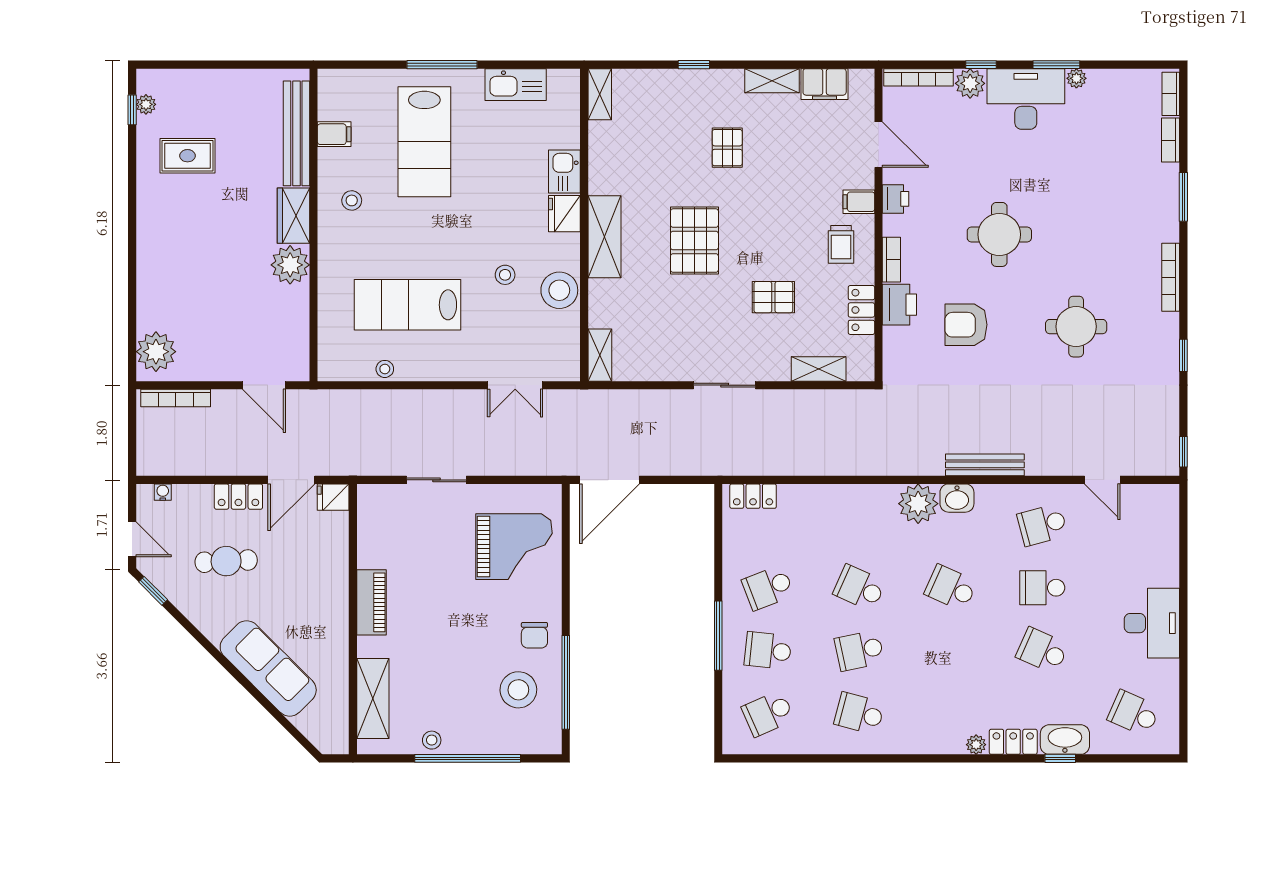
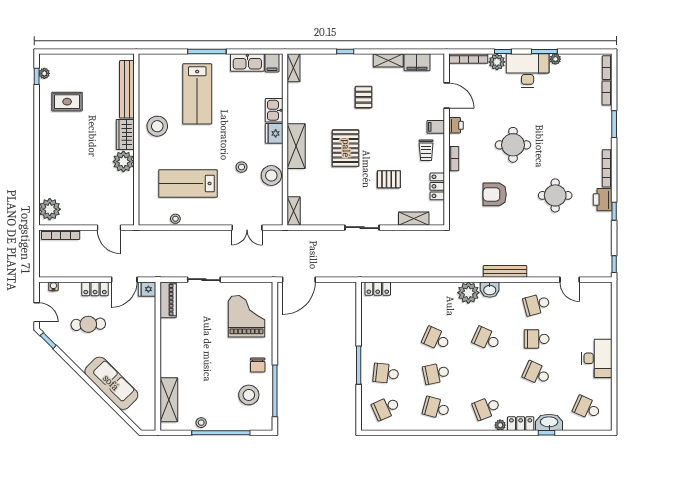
filing cabinet: (334, 134) -> (272, 63), moved, turned 90
stool: (352, 200) -> (157, 126), width x1.89, depth x1.89
printer: (899, 305) -> (603, 200), moved, turned 180
grand piano: (514, 547) -> (246, 316), turned -90
school desk: (768, 588) -> (486, 408), moved
piano: (371, 602) -> (168, 300), moved

